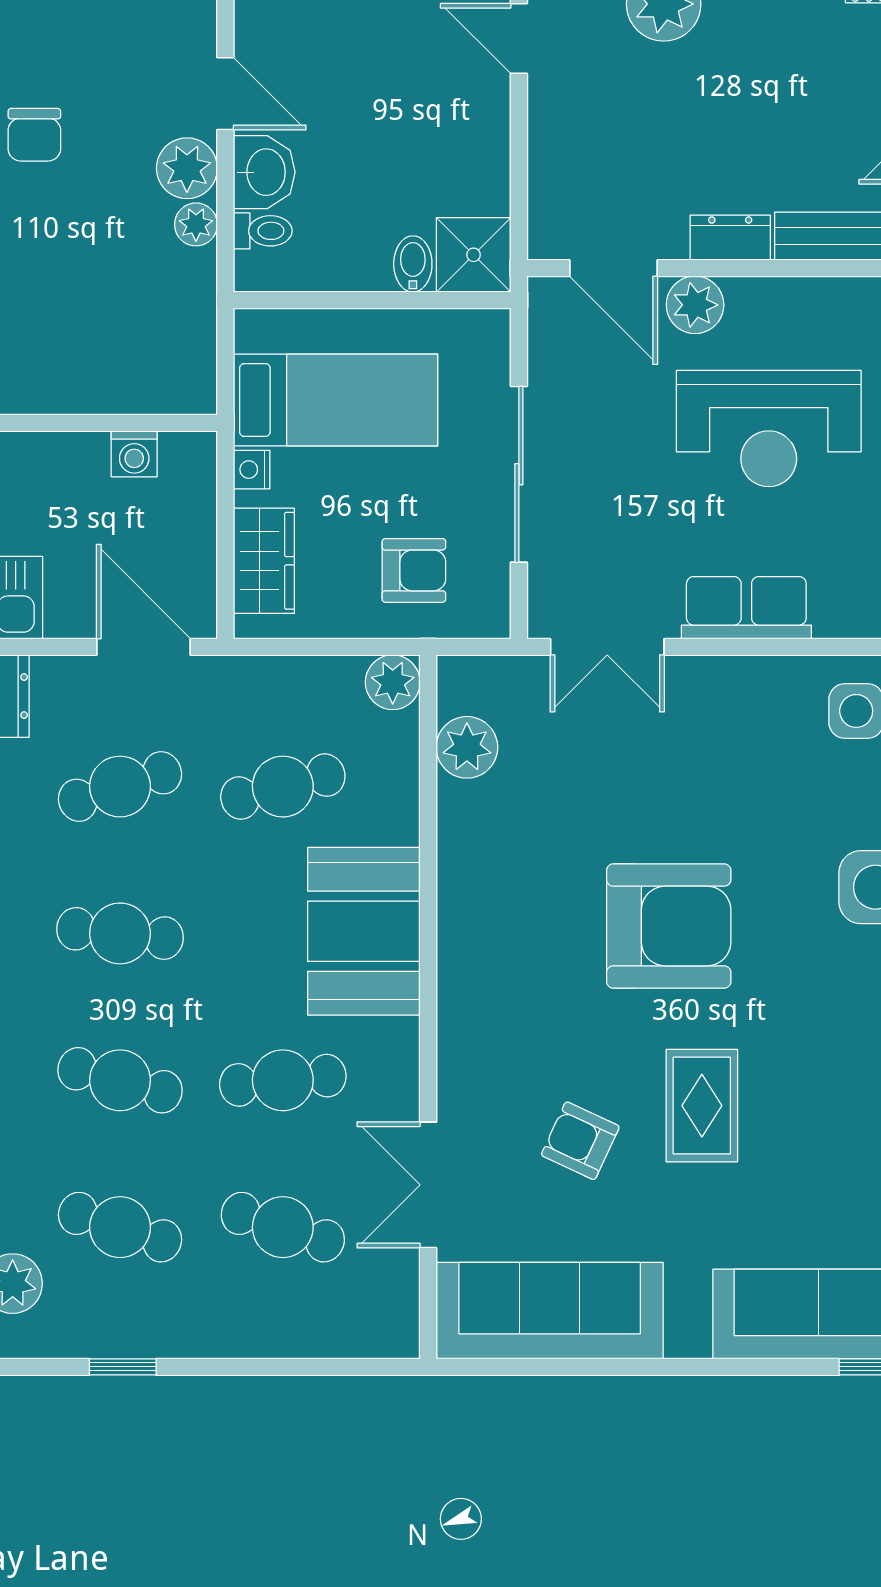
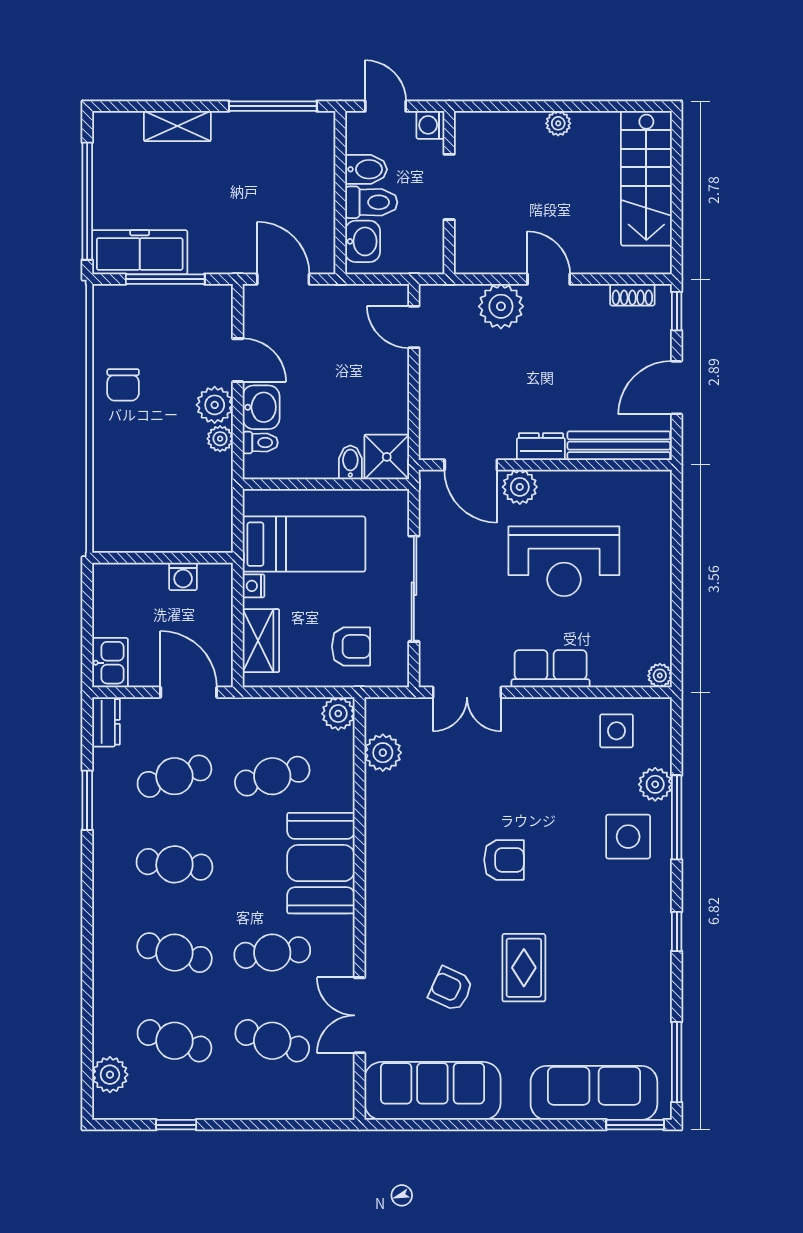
armchair: (669, 926) -> (504, 860), width x0.53, depth x0.53

